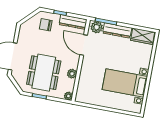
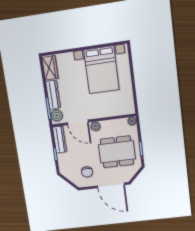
chair: (46, 25) -> (87, 172), moved
door: (84, 45) -> (78, 122), hinge flipped
plant: (72, 74) -> (95, 126), moved
bed with nightstands: (125, 83) -> (101, 70), width x1.36

